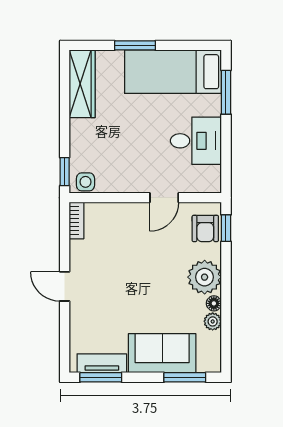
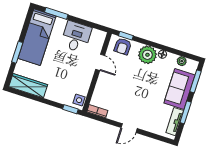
armchair: (205, 228) -> (123, 46), turned 90
plant: (213, 321) -> (182, 61), moved
window: (101, 377) -> (186, 112), moved

